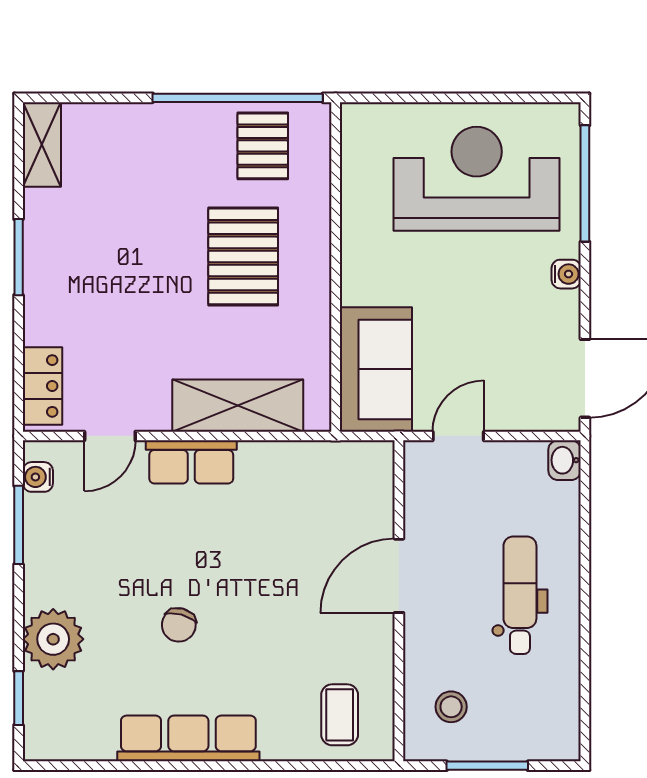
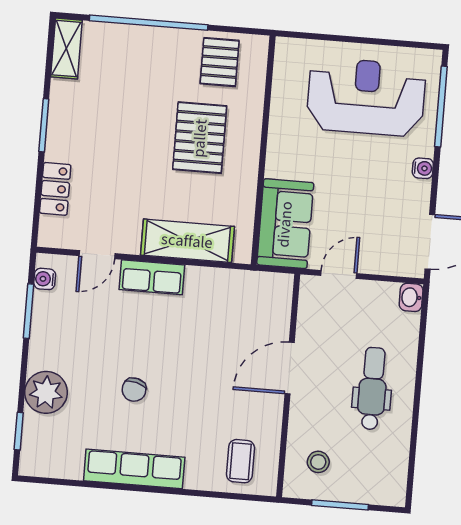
window: (238, 98) -> (149, 23), moved
locker: (42, 386) -> (55, 189), moved

